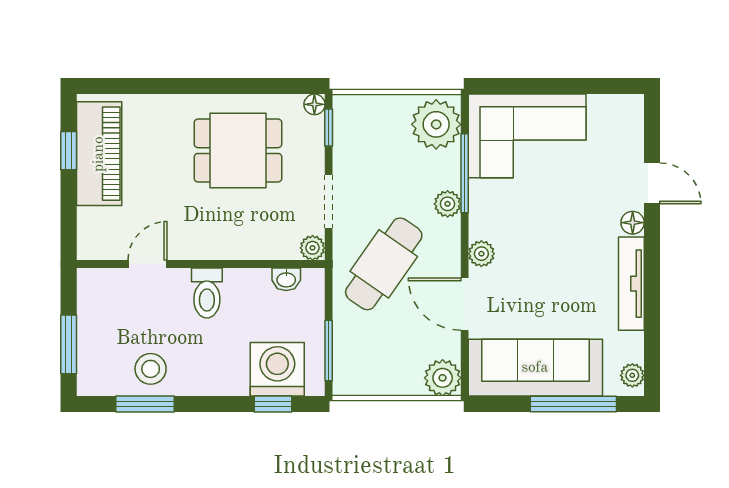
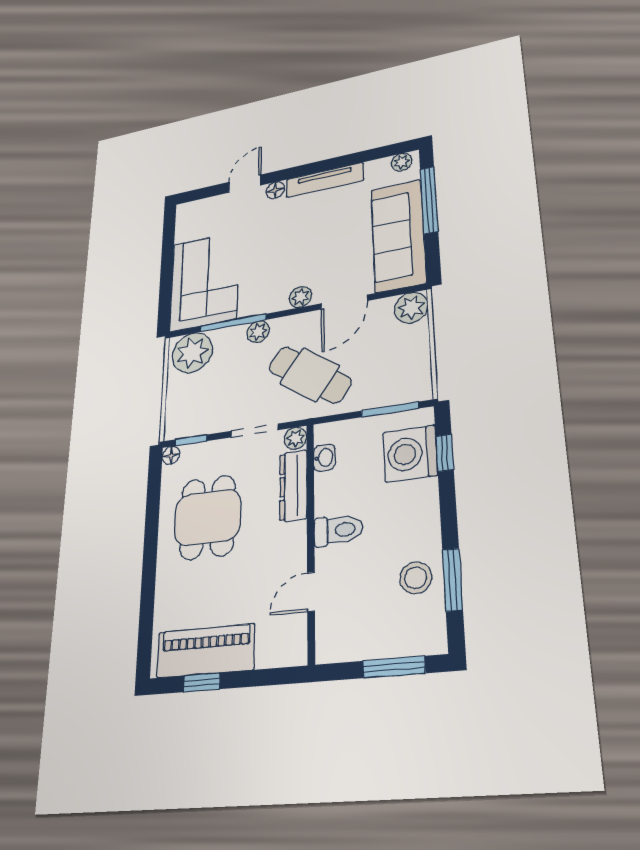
dresser: (260, 246) -> (293, 486), added
door: (148, 264) -> (311, 592), hinge flipped

